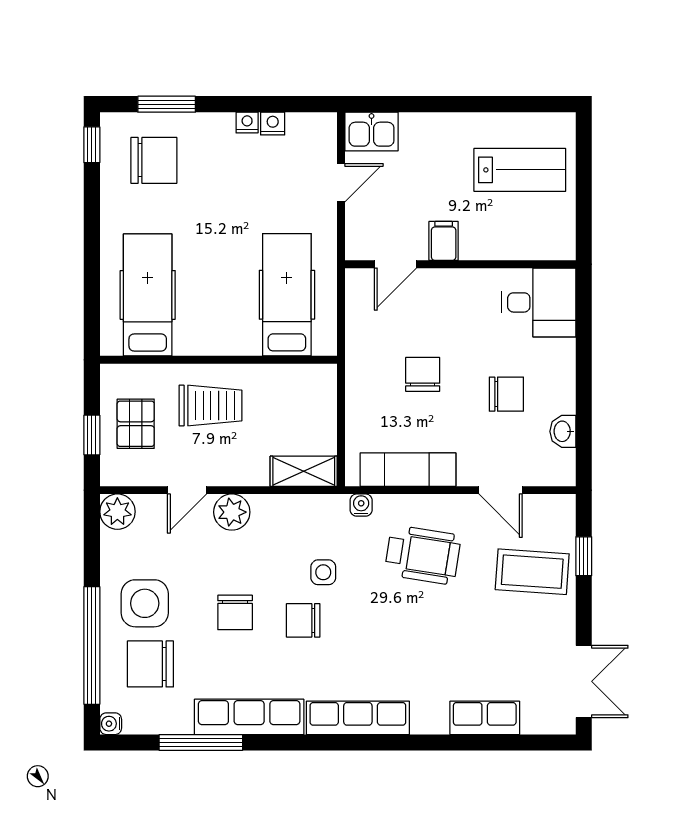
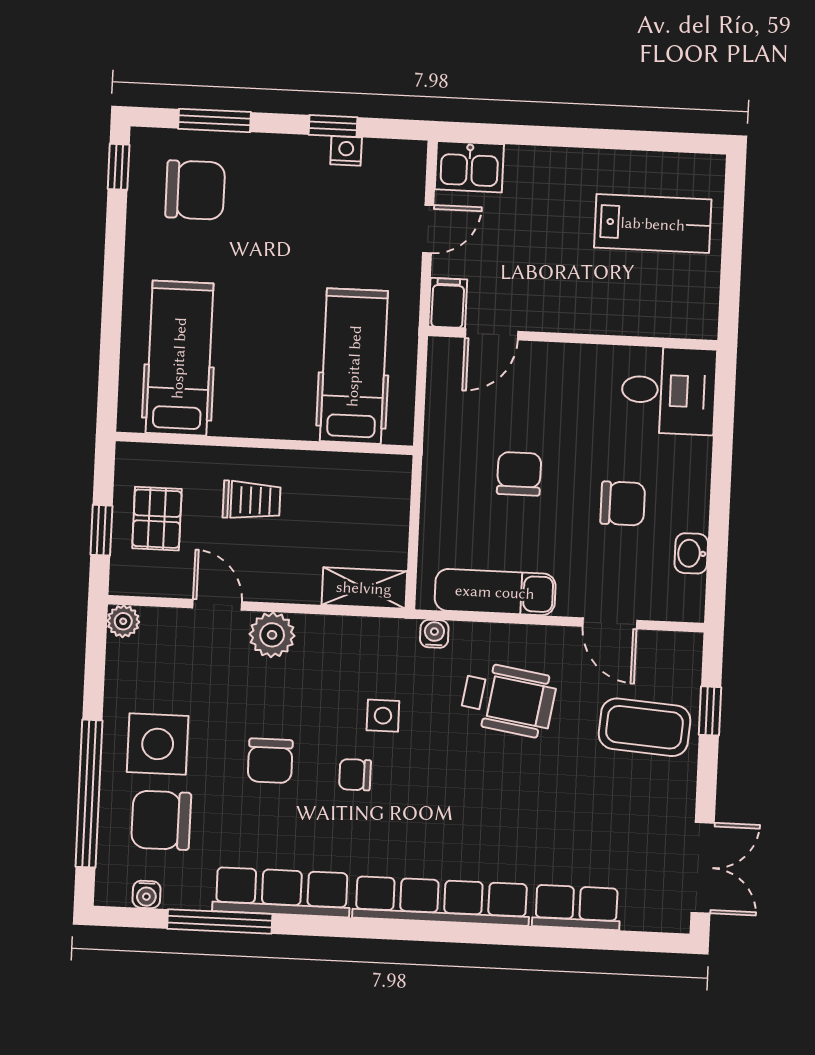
window: (261, 104) -> (333, 126), added
nightstand: (247, 123) -> (314, 148), removed
filing cabinet: (444, 241) -> (448, 303), moved
trolley: (210, 405) -> (252, 500), width x0.73, depth x0.72
door: (187, 490) -> (217, 605), swing flipped
plant: (117, 512) -> (123, 621), width x0.73, depth x0.73
chair: (303, 620) -> (355, 775), width x0.73, depth x0.73
row of seats: (358, 718) -> (441, 901), width x1.36
water cooler: (111, 724) -> (147, 894), moved, turned -90

